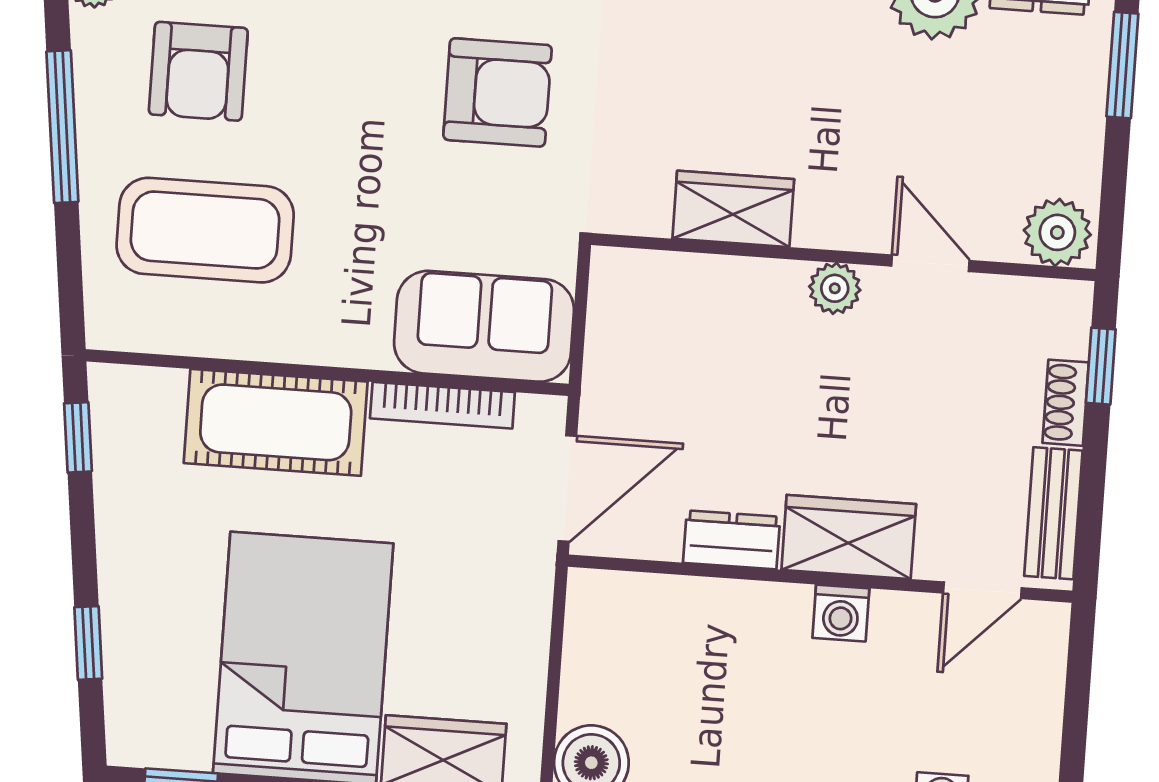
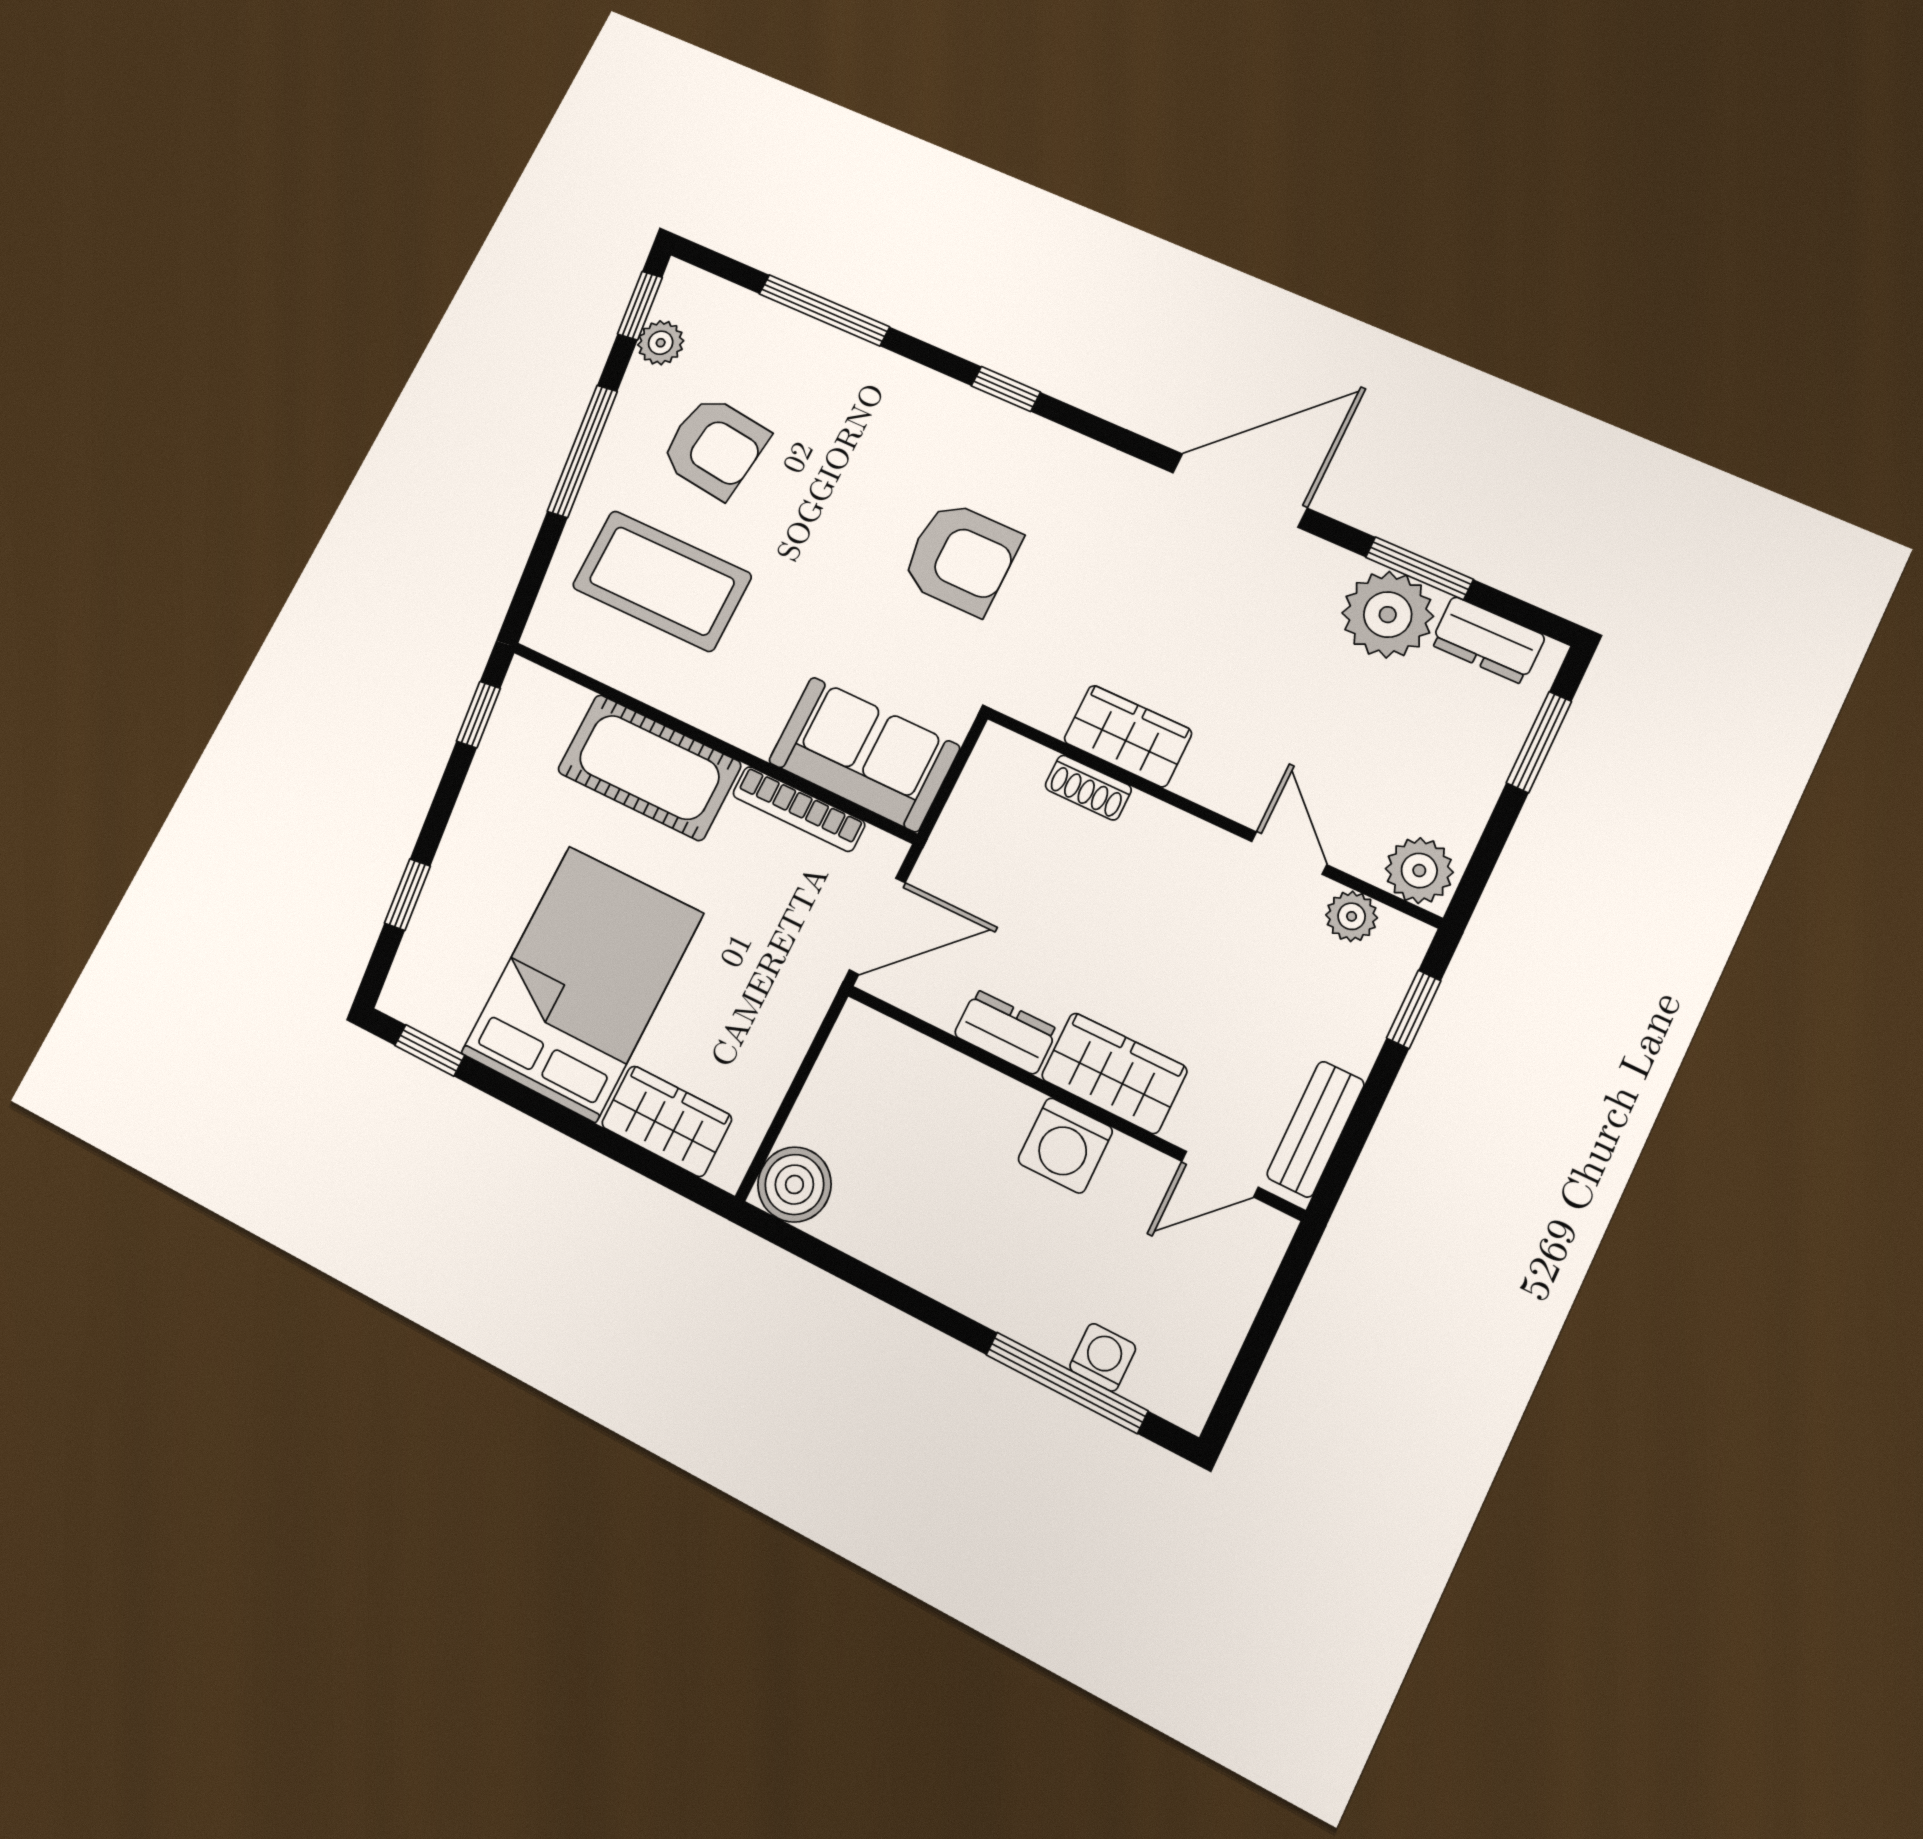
armchair: (198, 71) -> (715, 447), turned -83
plant: (835, 288) -> (1352, 916), moved
shoe rack: (1066, 403) -> (1088, 788), moved, turned -90
washing machine: (841, 613) -> (1065, 1145), width x1.38, depth x1.38

